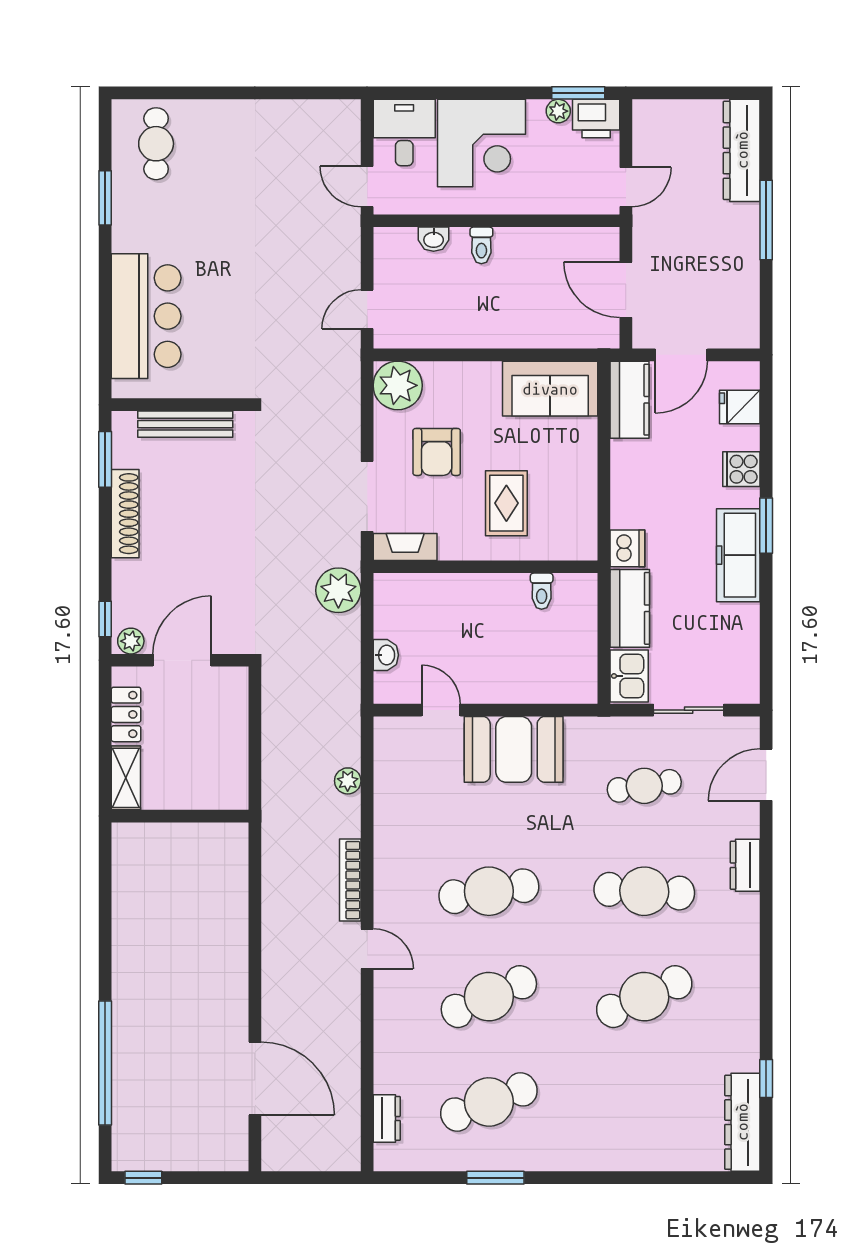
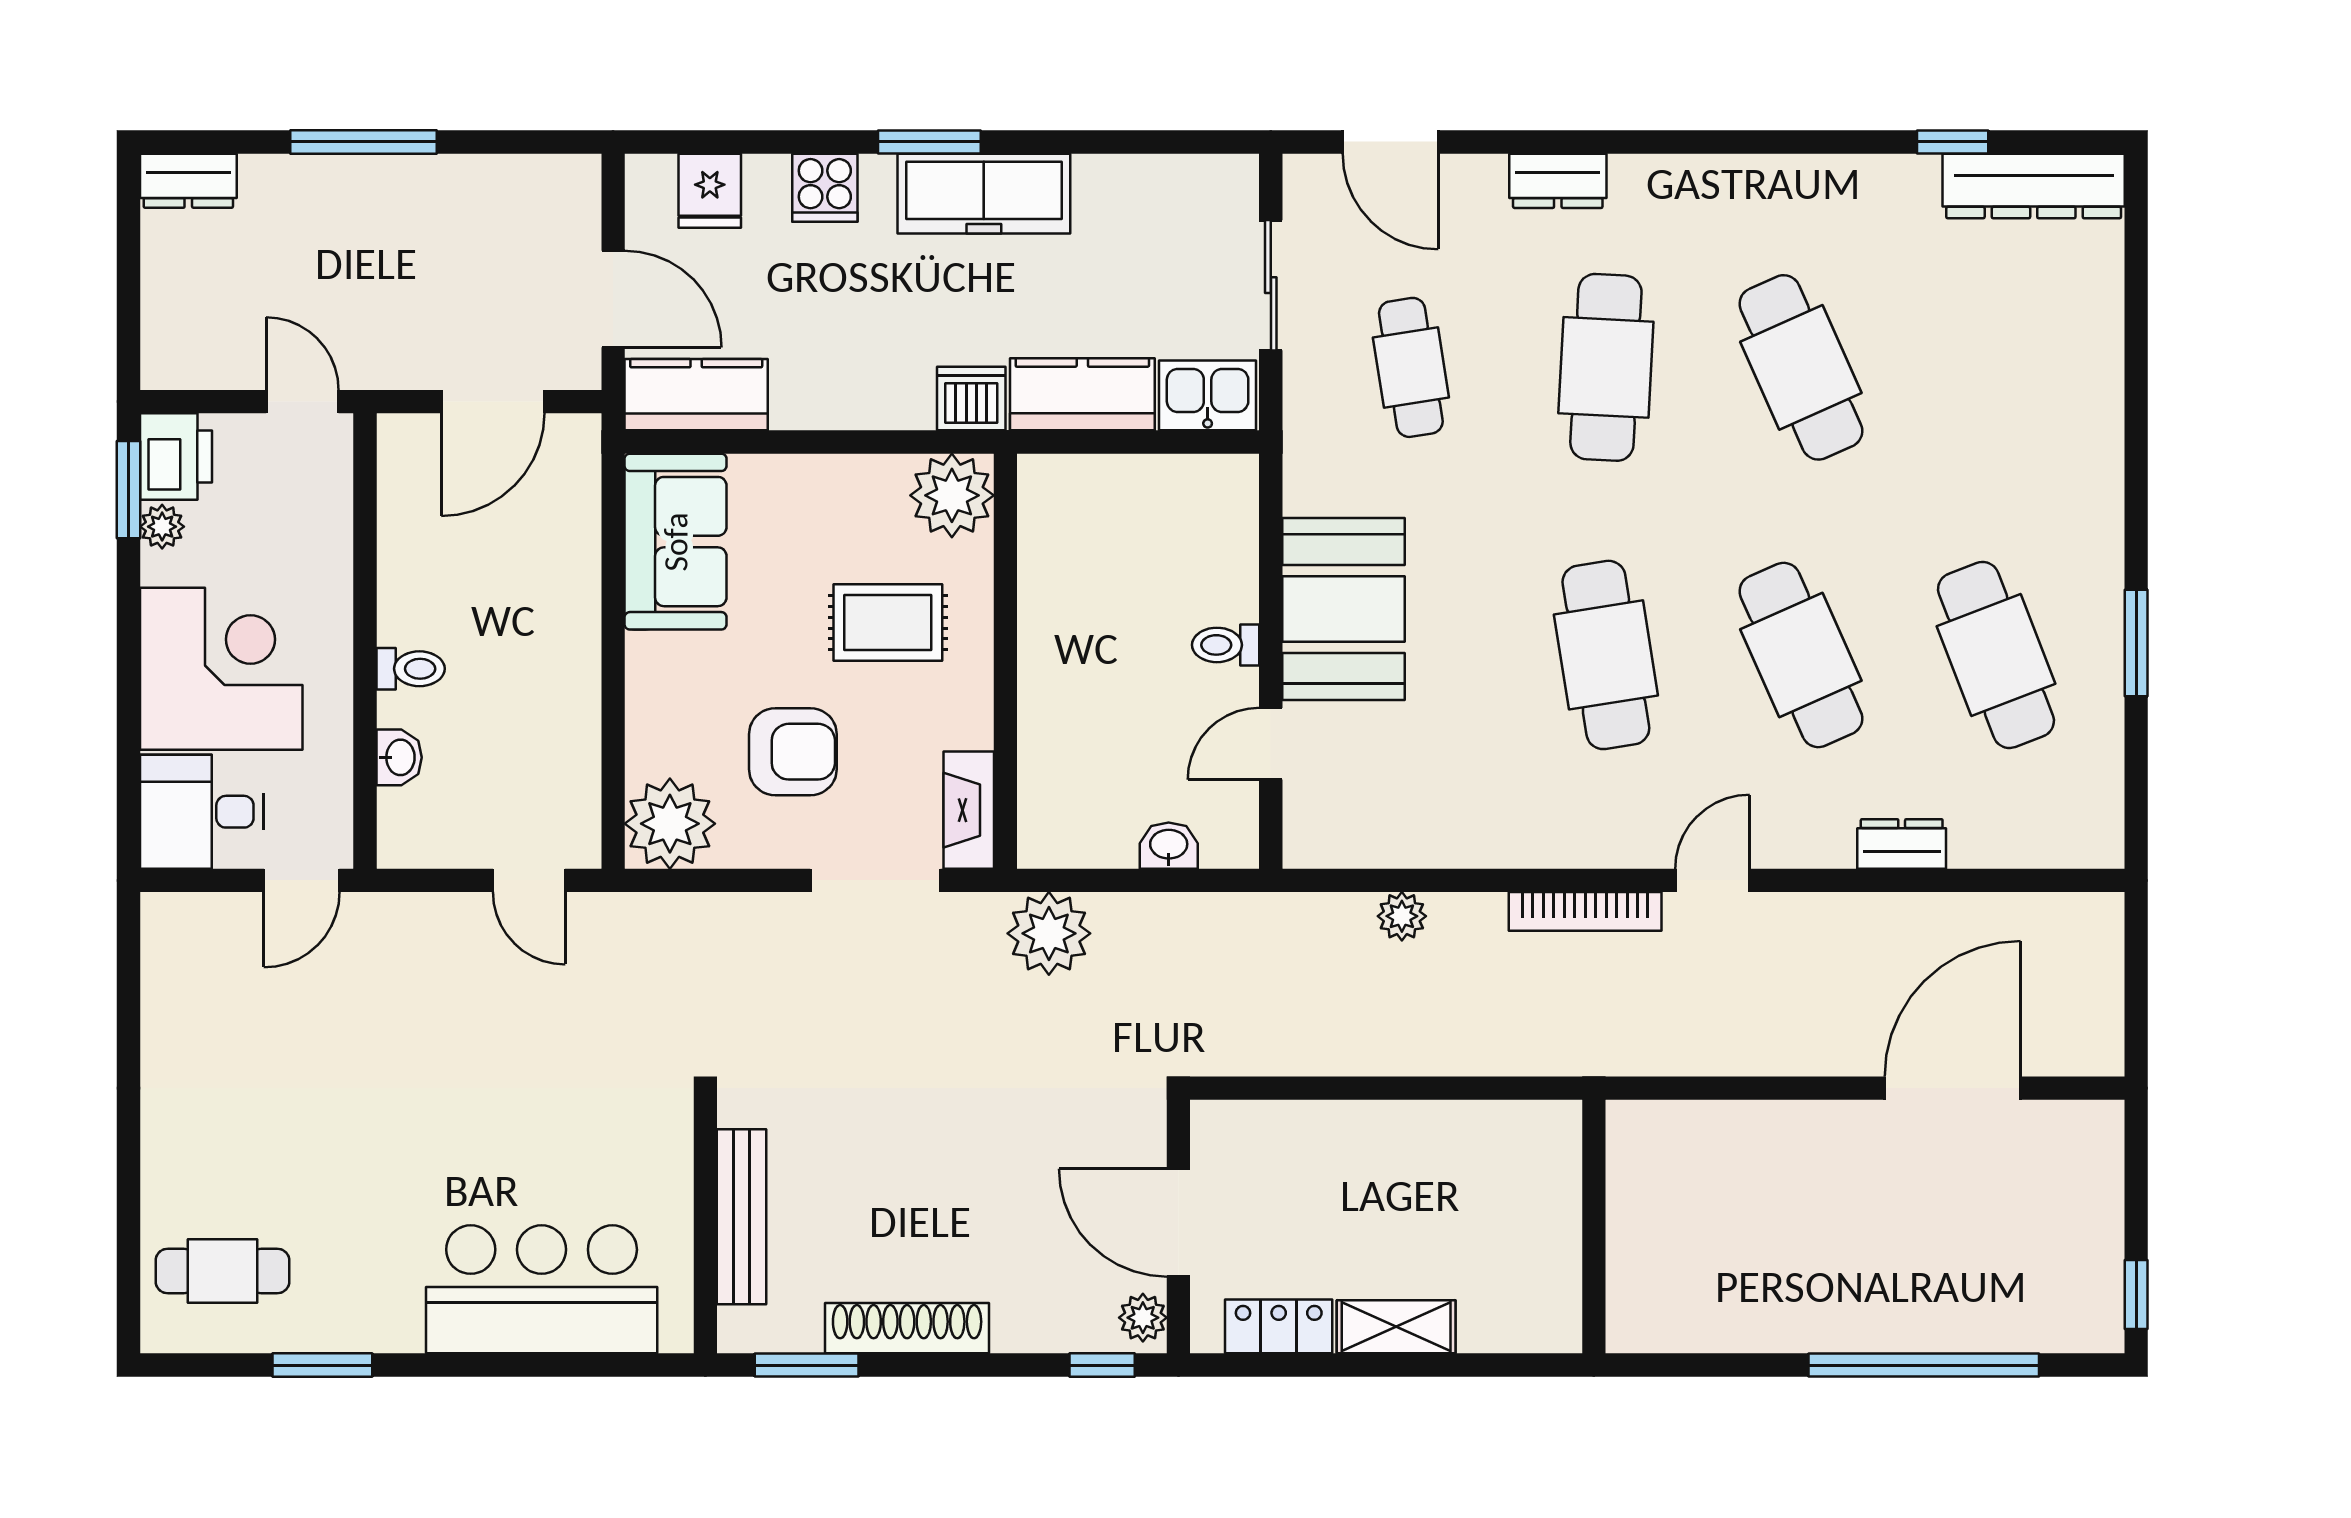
dresser: (742, 150) -> (188, 181), width x0.51, depth x0.80
plant: (575, 538) -> (952, 495), added
toilet: (542, 591) -> (1226, 645), moved, turned 180
wall: (180, 816) -> (1594, 1227), moved
dresser: (387, 1118) -> (1902, 844), moved

